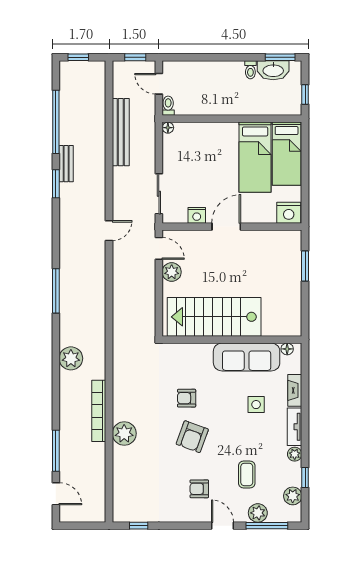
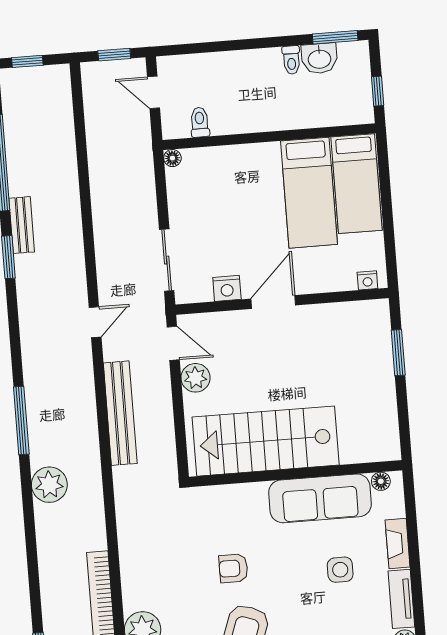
washbasin: (273, 70) -> (319, 58), width x0.72
toilet: (168, 106) -> (200, 122), moved
bench: (121, 132) -> (120, 413), moved
nightstand: (289, 213) -> (367, 280), width x0.53, depth x0.56
plant: (71, 358) -> (49, 485), moved

